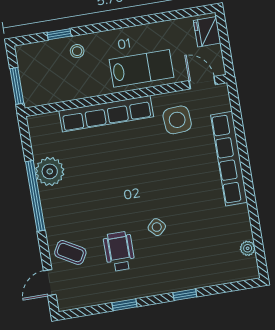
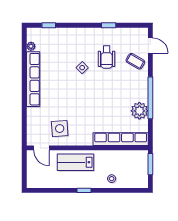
fridge: (207, 32) -> (33, 177), removed
window: (59, 34) -> (84, 190), moved
row of seats: (106, 114) -> (121, 139), moved
row of seats: (229, 159) -> (33, 79), moved
door: (50, 283) -> (150, 46), hinge flipped
window: (185, 295) -> (49, 25), moved

